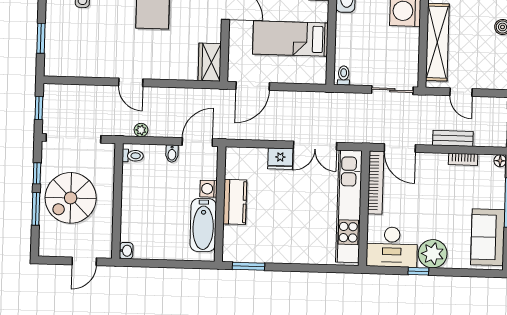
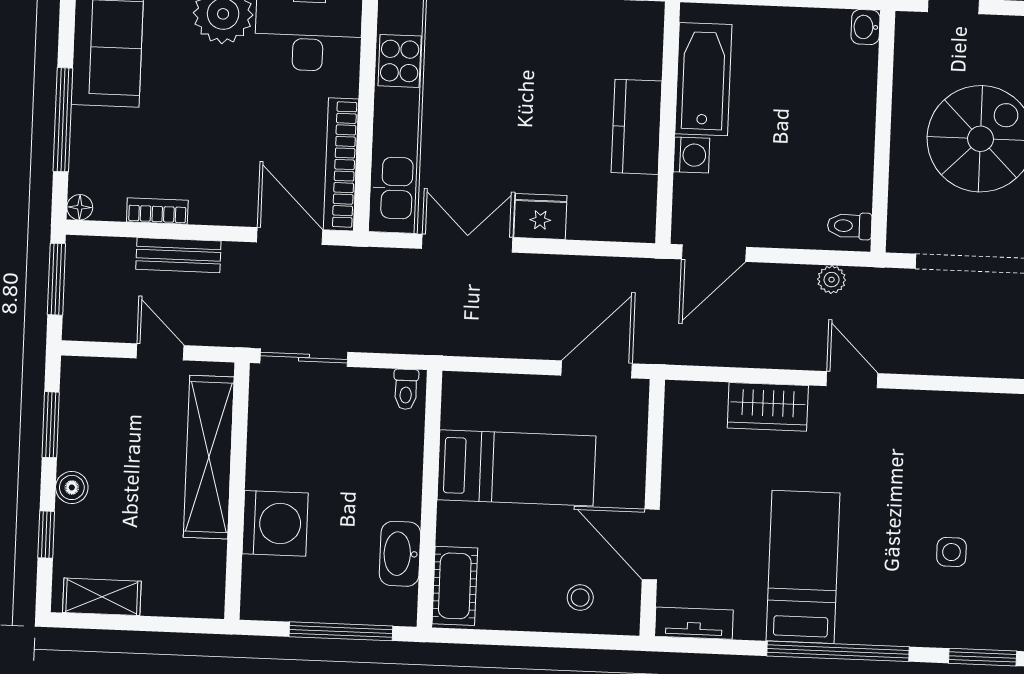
wardrobe: (210, 62) -> (768, 407), moved, turned 90
bidet: (172, 154) -> (767, 229), removed

